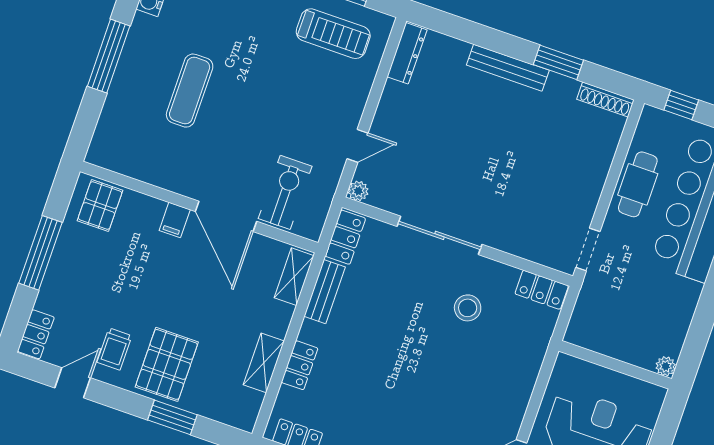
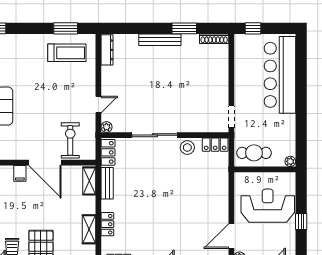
cafe table: (638, 184) -> (254, 153), moved, turned 90
stool: (468, 308) -> (187, 147), moved

